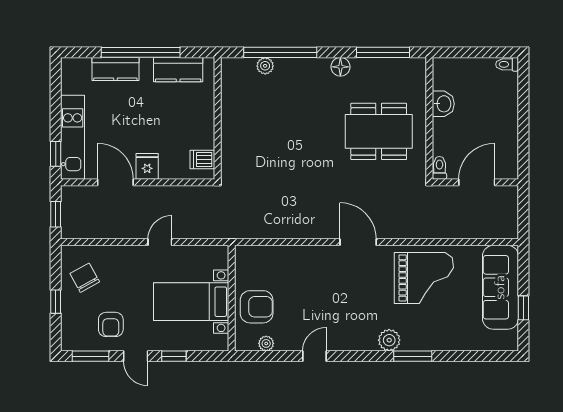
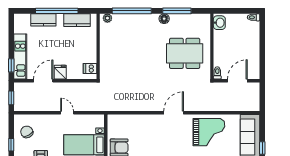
window: (383, 52) -> (177, 11), moved
plant: (265, 66) -> (107, 18), moved
washbasin: (443, 104) -> (219, 23), moved
door: (115, 182) -> (43, 81), hinge flipped
door: (160, 242) -> (67, 113), hinge flipped
door: (358, 242) -> (174, 113), hinge flipped

